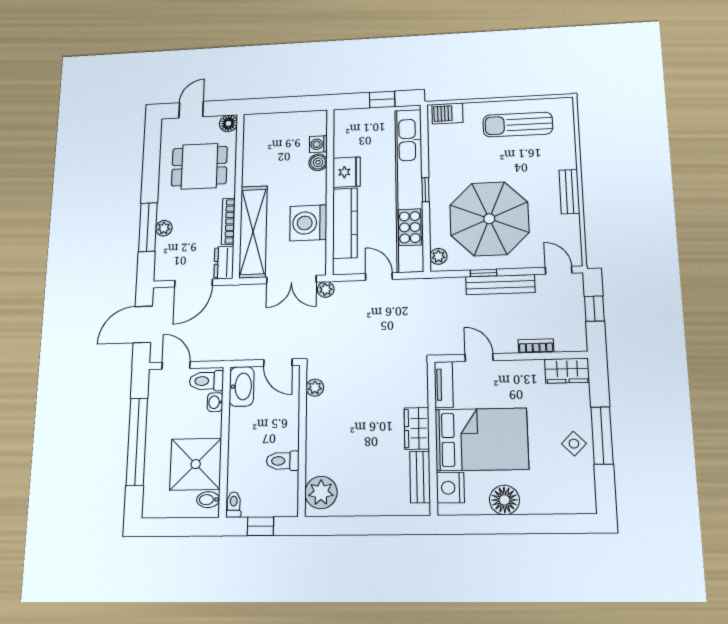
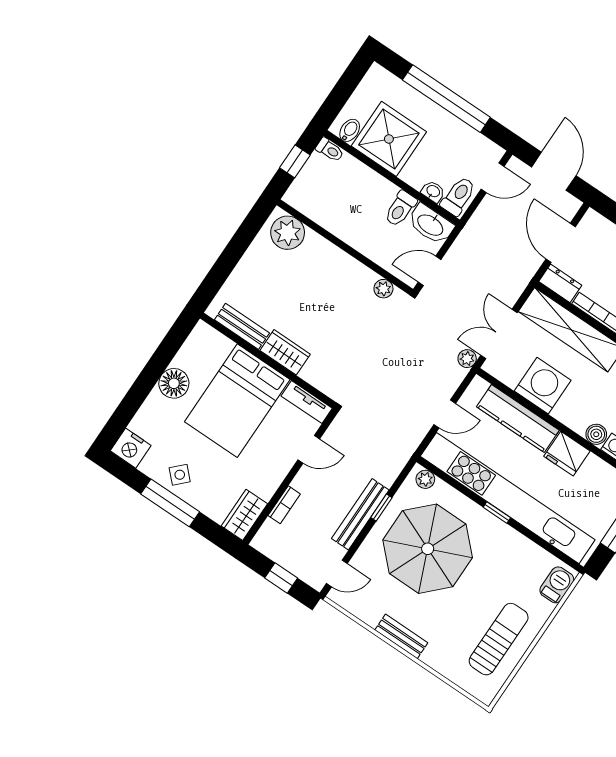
toilet: (283, 461) -> (400, 209), moved, turned 180
nightstand: (450, 488) -> (131, 448), moved, turned 180

